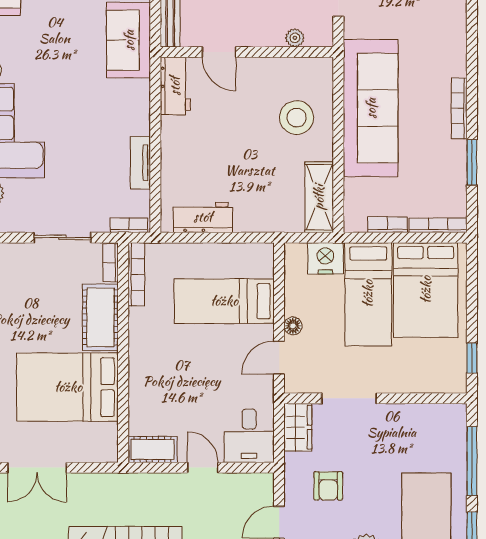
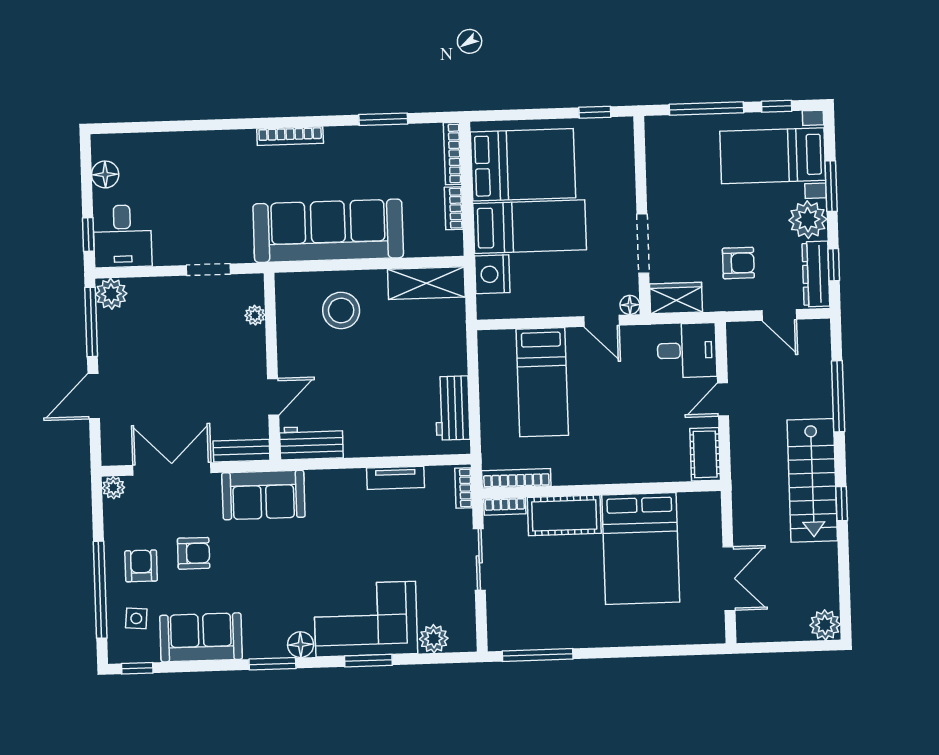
bookcase: (459, 108) -> (290, 136), moved
floor lamp: (293, 326) -> (630, 305), moved

